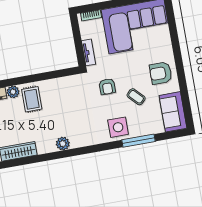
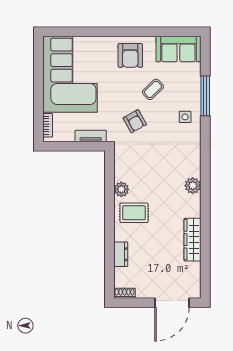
armchair: (107, 86) -> (135, 121), turned 61
plant: (13, 92) -> (121, 189), moved
side table: (118, 127) -> (185, 117), width x0.54, depth x0.54

